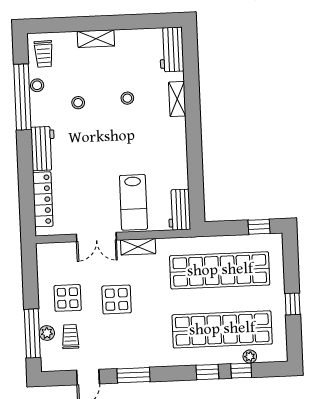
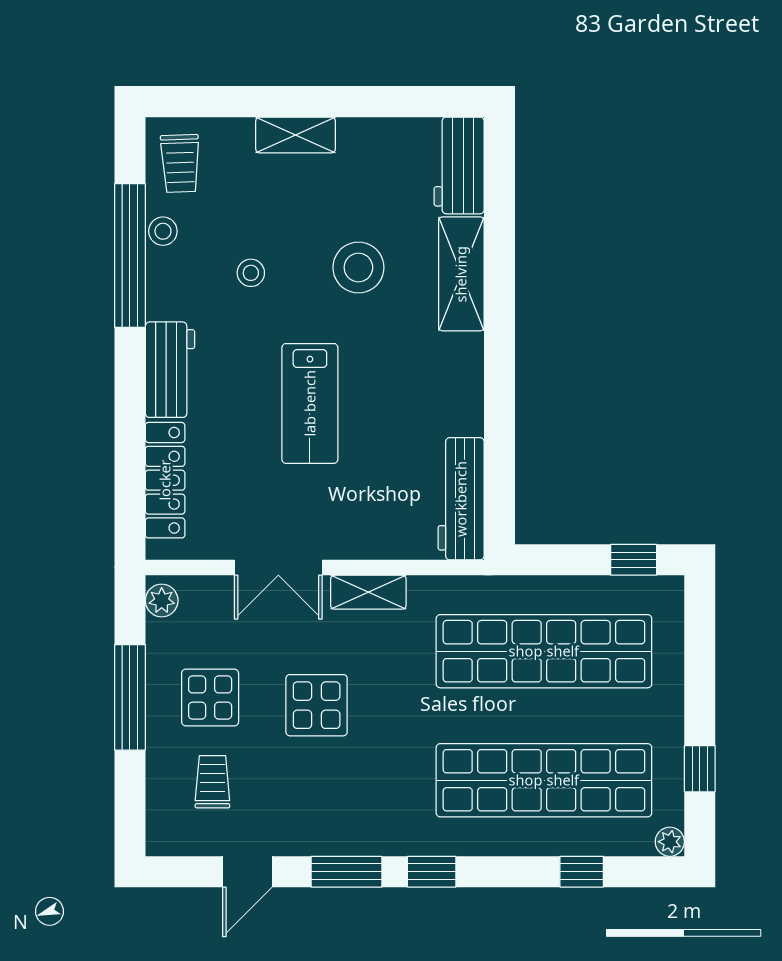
stool: (127, 98) -> (358, 267), width x1.89, depth x1.89
shelving: (177, 99) -> (461, 274), width x1.50, depth x1.33
lab bench: (133, 202) -> (310, 403), moved
workbench: (179, 210) -> (461, 499), width x1.38
window: (293, 304) -> (700, 769), moved
window: (32, 333) -> (130, 697), moved
plant: (47, 333) -> (162, 601), moved
plant: (250, 357) -> (670, 842), moved
window: (207, 372) -> (432, 872), moved

